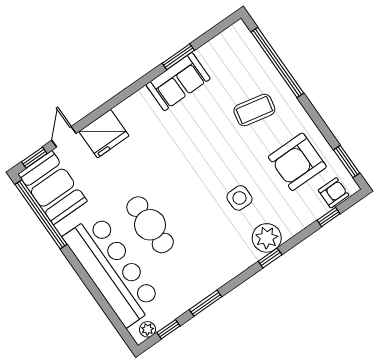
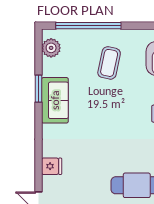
plant: (228, 41) -> (51, 48), added
fridge: (104, 134) -> (52, 166), width x0.53, depth x0.75

